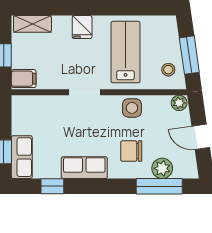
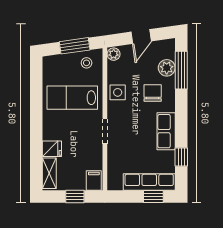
fridge: (82, 27) -> (52, 149), moved
chair: (131, 151) -> (153, 93), turned 180
row of seats: (22, 157) -> (149, 182), width x1.48

